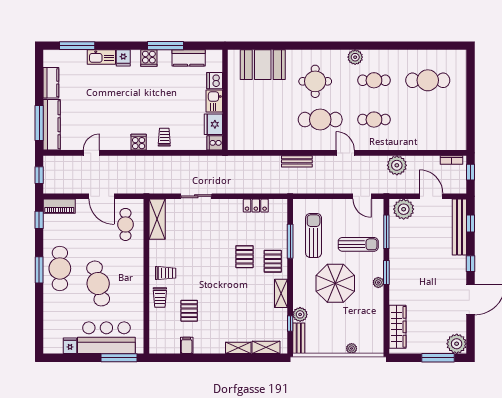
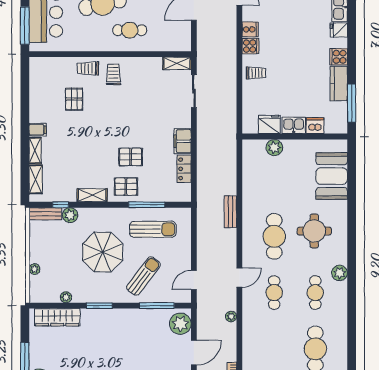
window: (166, 46) -> (352, 103), moved
kitchen counter: (189, 58) -> (339, 84), moved
plant: (235, 119) -> (274, 148), added
cooker: (215, 143) -> (250, 29), moved, turned 90
door: (345, 153) -> (239, 278), moved
plant: (397, 165) -> (231, 316), width x0.53, depth x0.53
sliding door: (196, 196) -> (194, 91), moved
filing cabinet: (229, 207) -> (183, 141), added
shelving: (157, 219) -> (177, 63), width x0.67, depth x0.75
cafe table: (125, 224) -> (130, 30), moved
sun lounger: (358, 244) -> (144, 276), turned -143
trolley: (166, 273) -> (113, 74), turned 180
window: (386, 273) -> (99, 306), moved
plant: (378, 282) -> (66, 297), moved
pallet: (189, 311) -> (74, 99), turned 90
filing cabinet: (187, 345) -> (38, 130), moved

